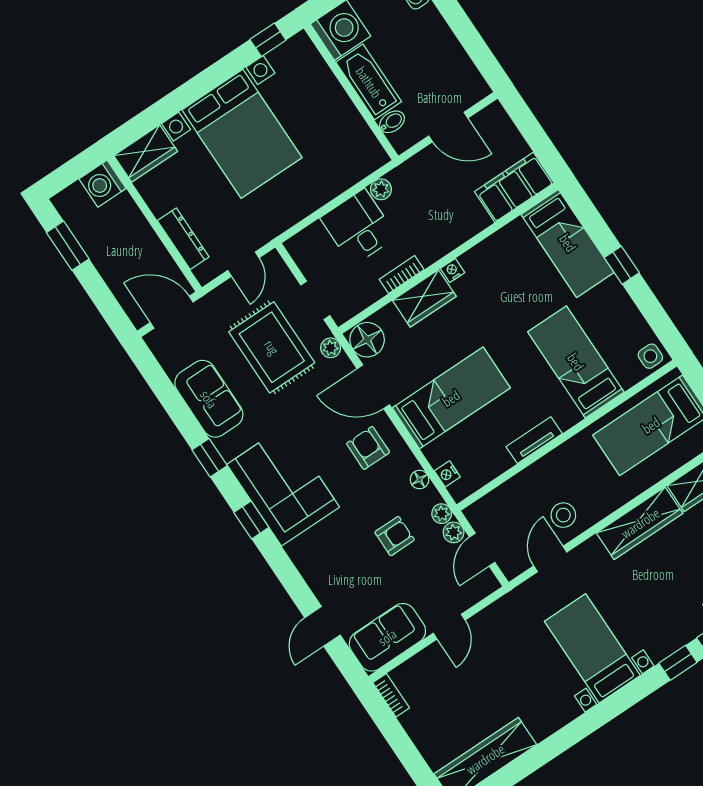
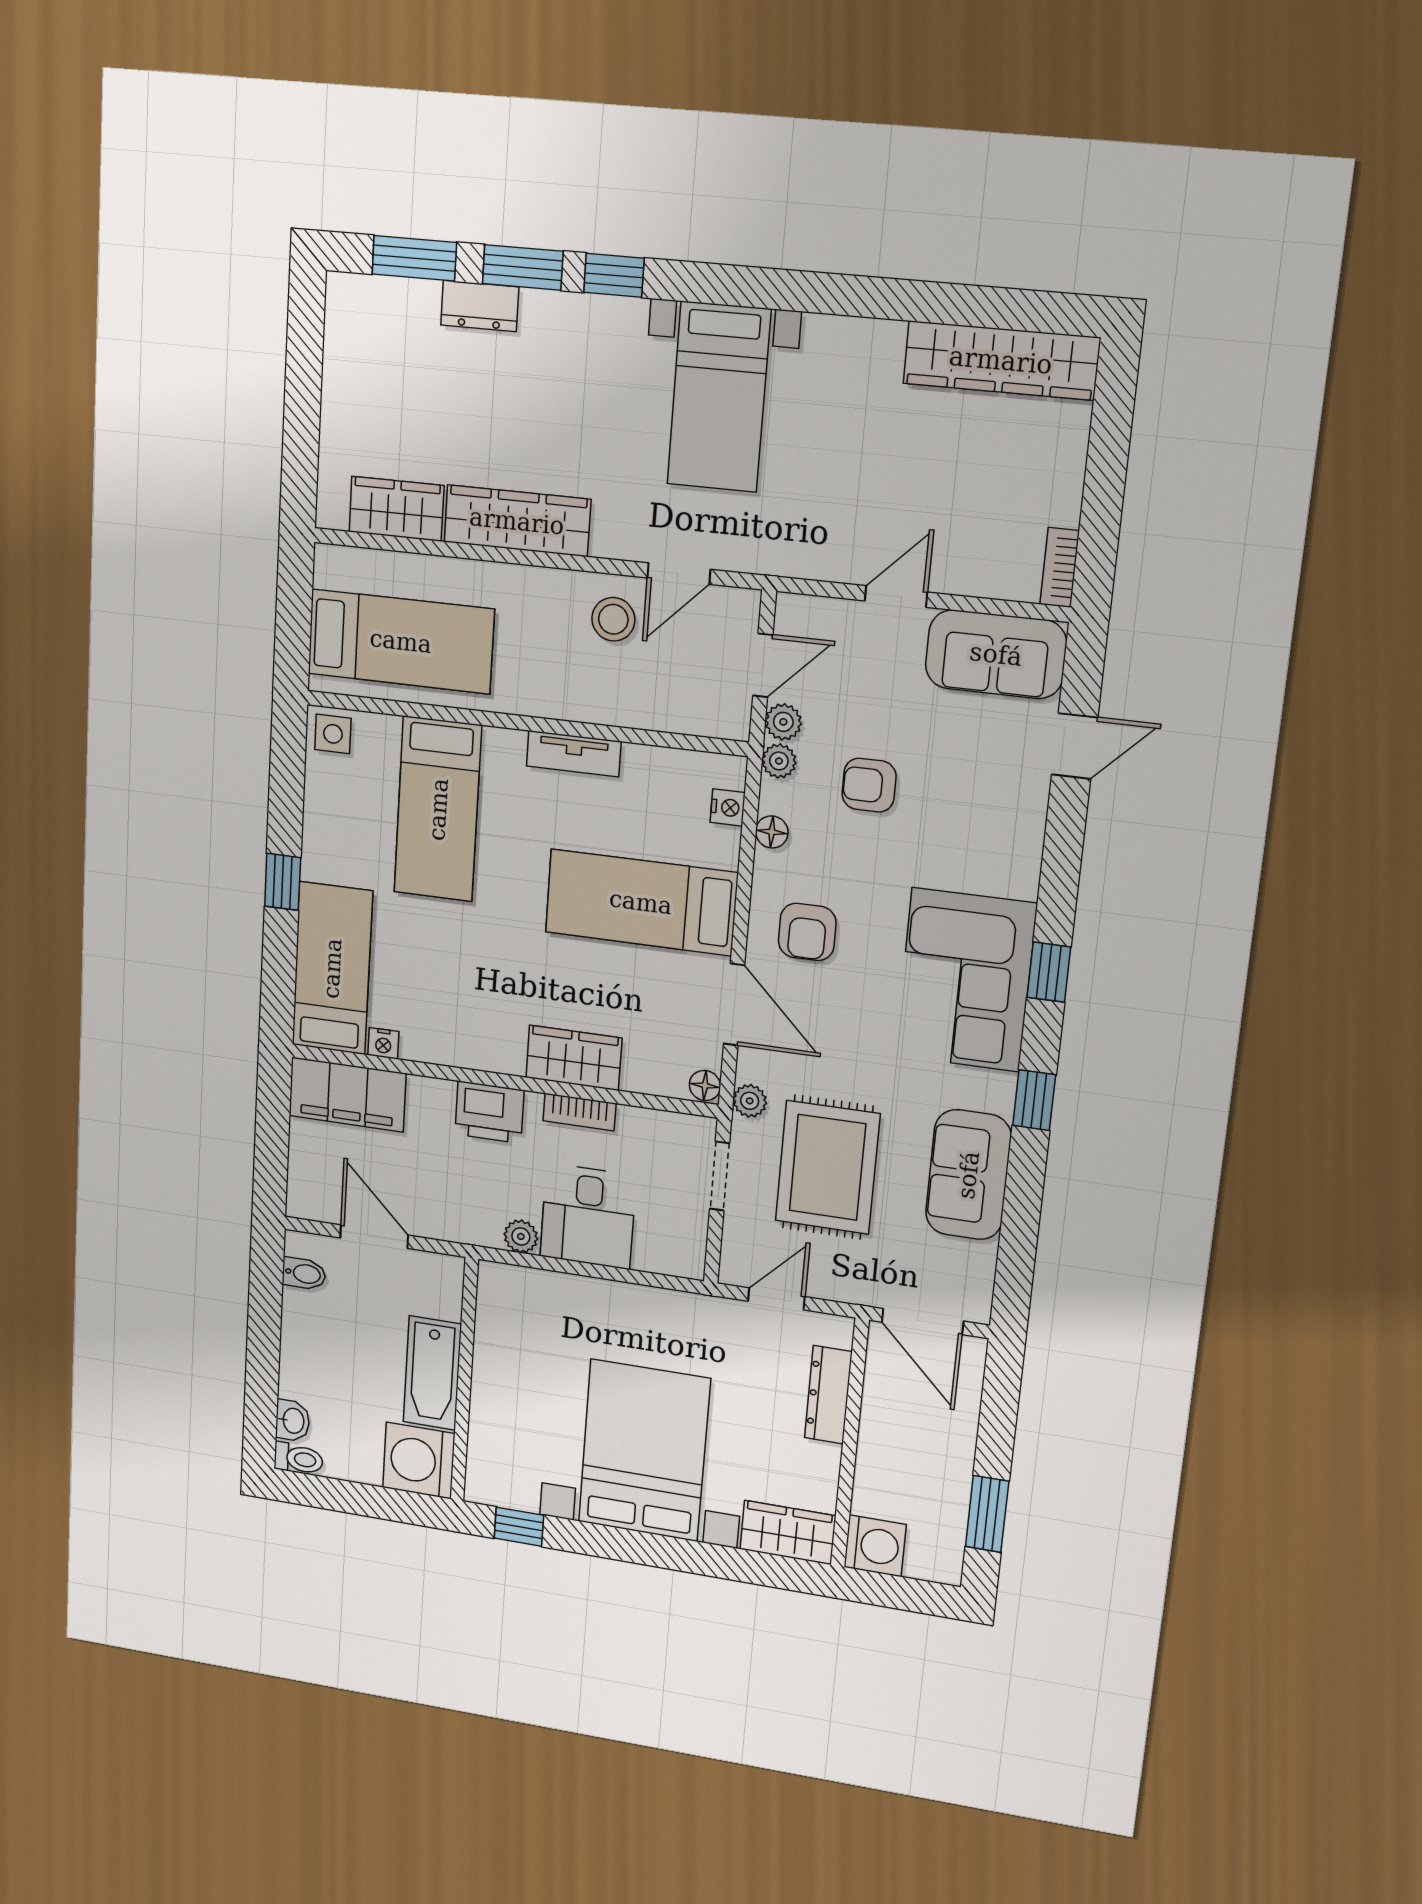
bidet: (392, 122) -> (304, 1274), moved, turned 180
printer: (442, 238) -> (489, 1112), added
nightstand: (452, 271) -> (383, 1043), moved
floor lamp: (367, 340) -> (705, 1086), width x0.53, depth x0.53

